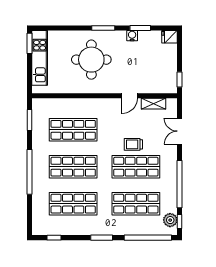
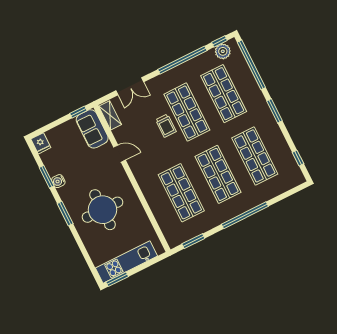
sofa: (160, 84) -> (92, 129), added
shelving: (154, 104) -> (110, 115), moved

